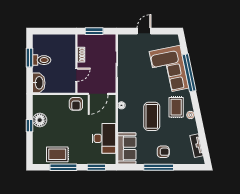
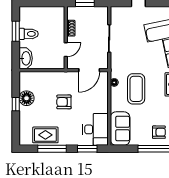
armchair: (76, 104) -> (64, 102), moved, turned 90
coffee table: (152, 116) -> (136, 89), moved
desk: (104, 138) -> (95, 129), moved

